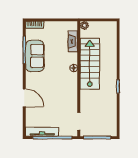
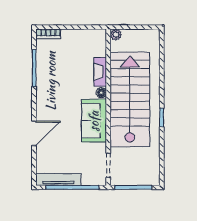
fireplace: (73, 41) -> (100, 72), moved
sofa: (35, 56) -> (94, 121), moved, turned 180
stairs: (90, 64) -> (130, 99), width x1.36, depth x1.51
door: (24, 98) -> (34, 133), hinge flipped

